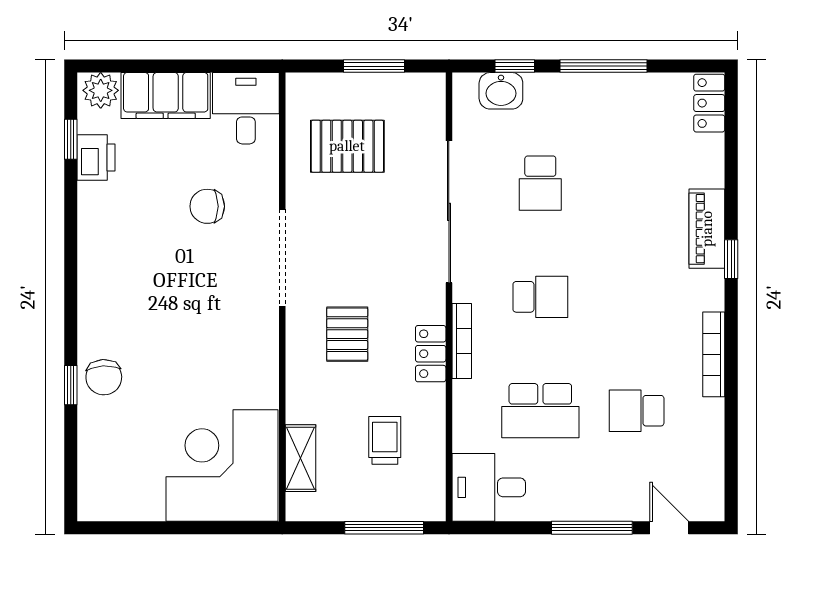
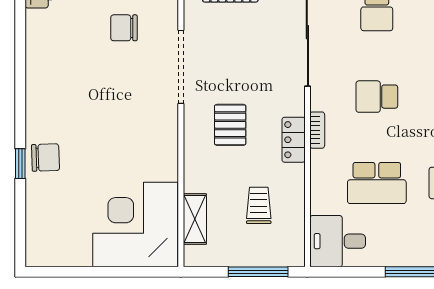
school desk: (540, 297) -> (377, 97), turned 180
bookcase: (462, 341) -> (317, 130), width x0.64
chair: (104, 377) -> (45, 158), turned -89

